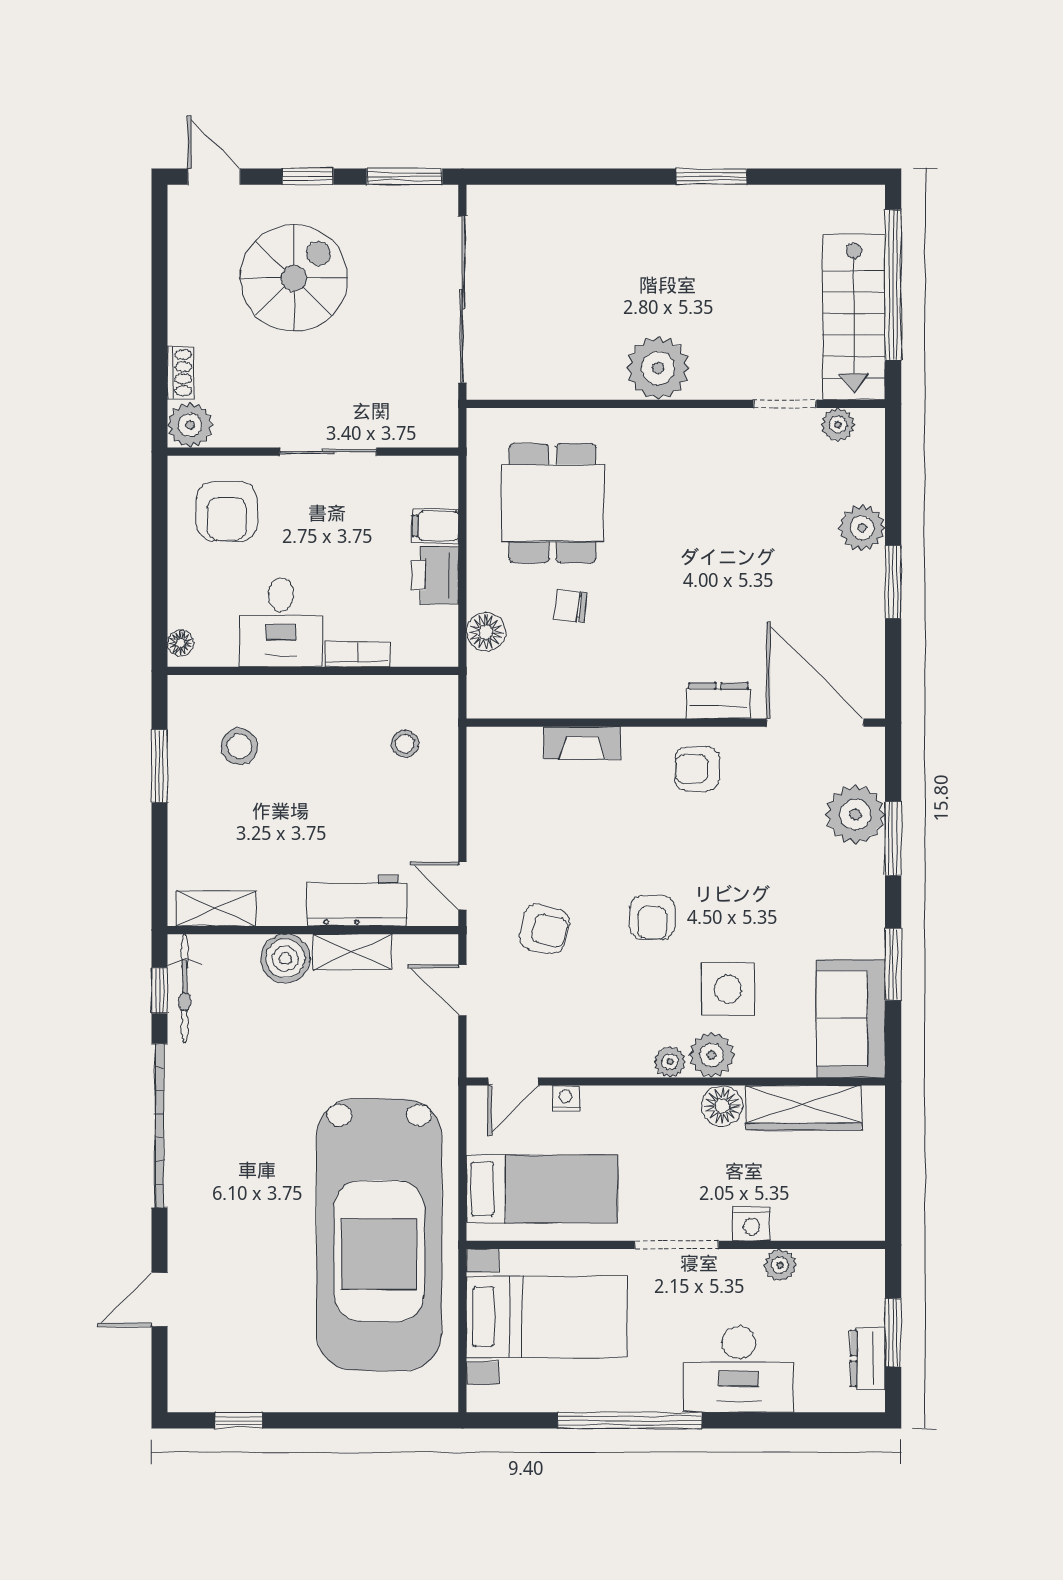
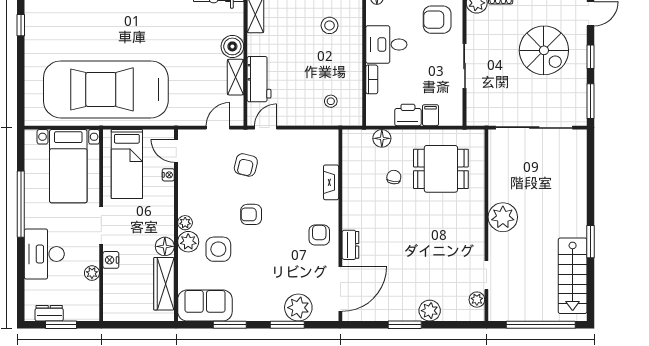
stairs: (854, 317) -> (573, 276), moved, turned -90

